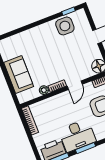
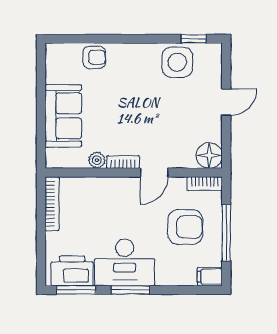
armchair: (23, 40) -> (94, 57), added

